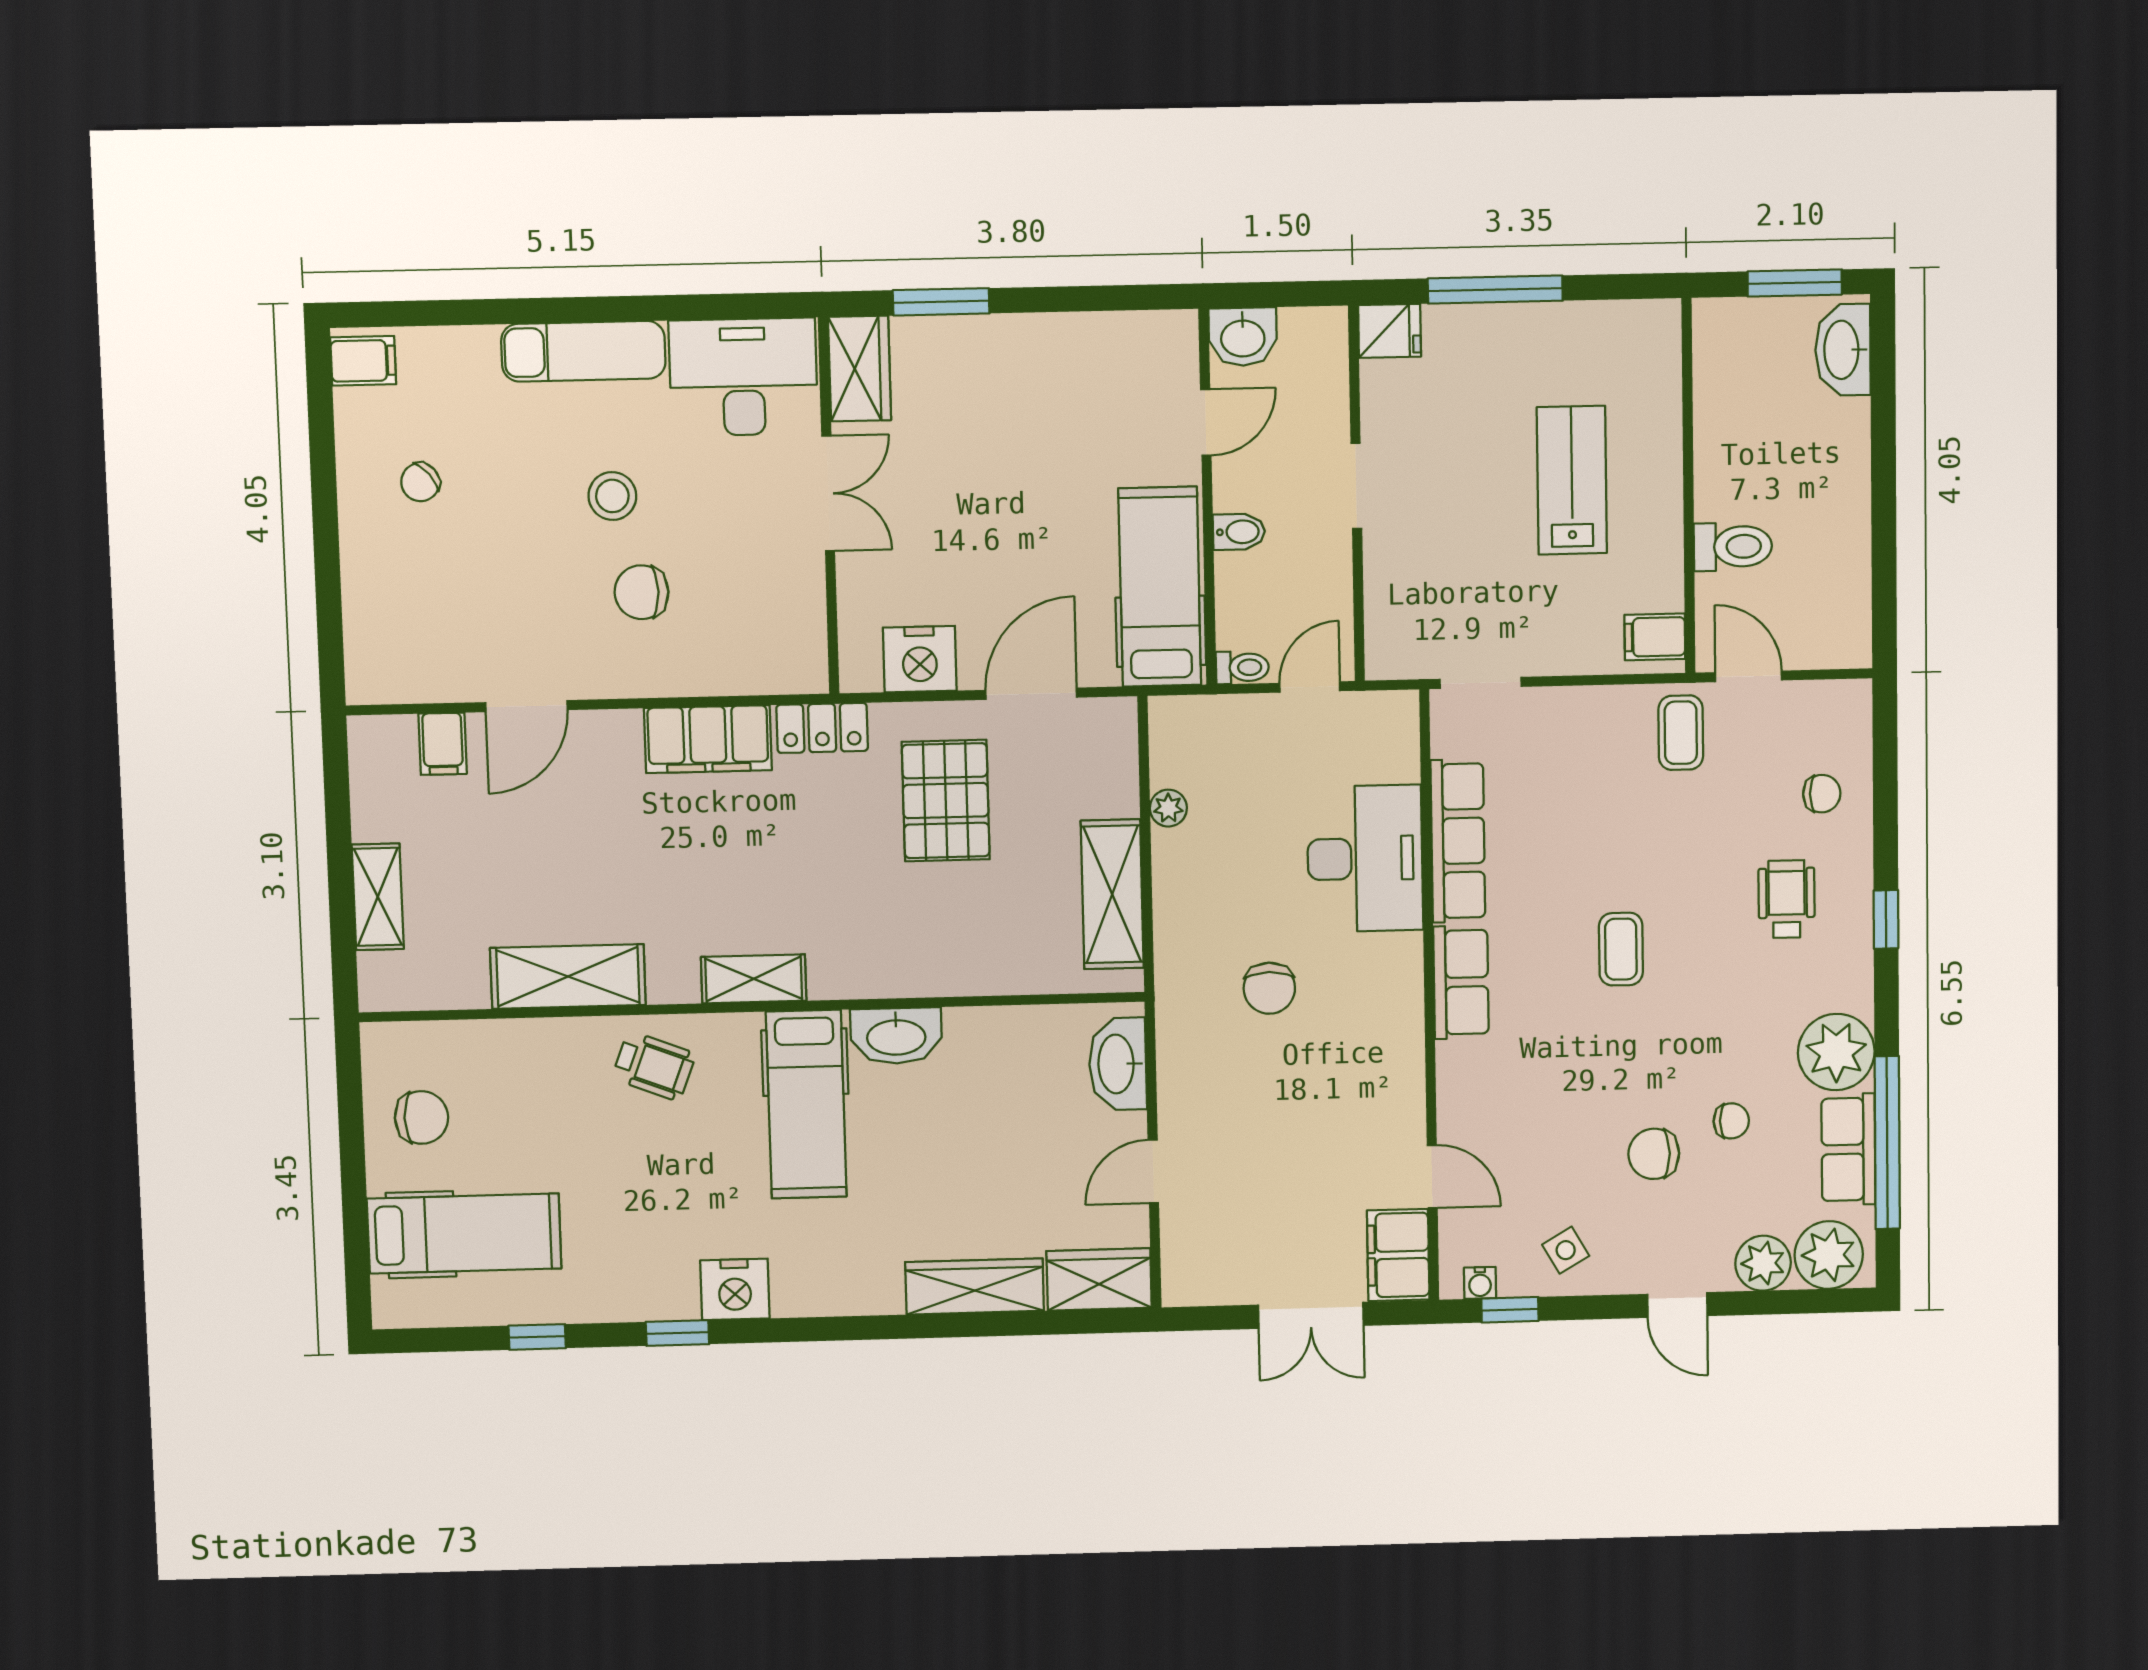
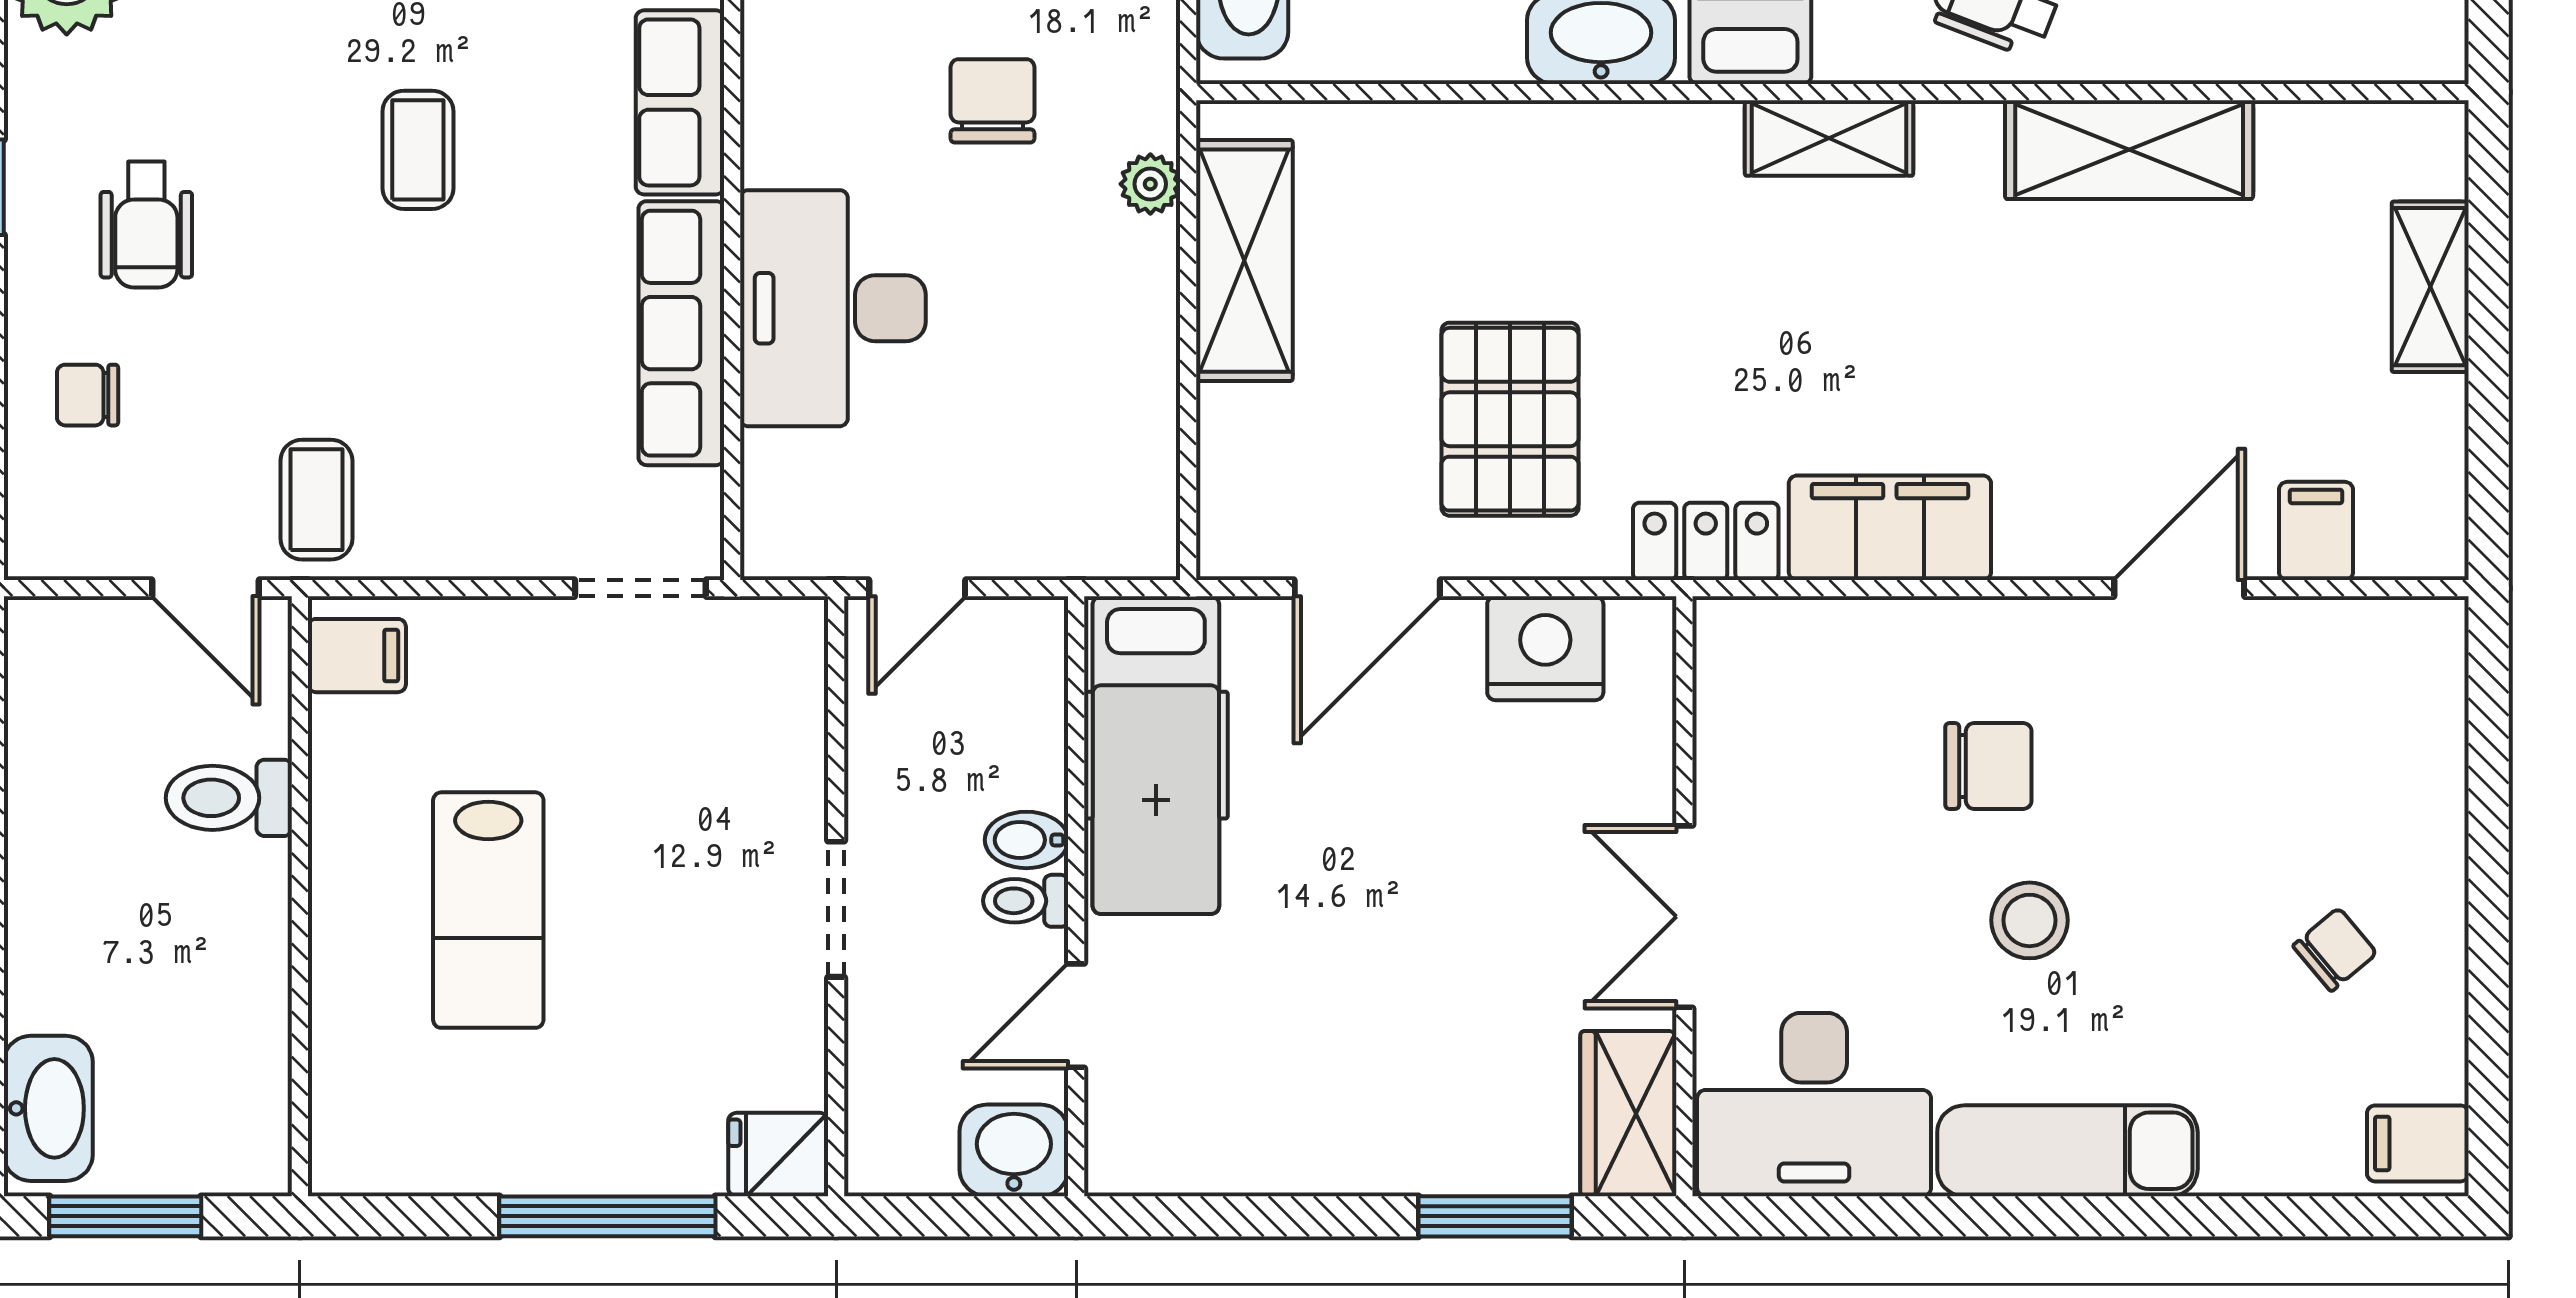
toilet: (1242, 667) -> (1026, 901), moved
plant: (1168, 808) -> (1150, 184), moved

